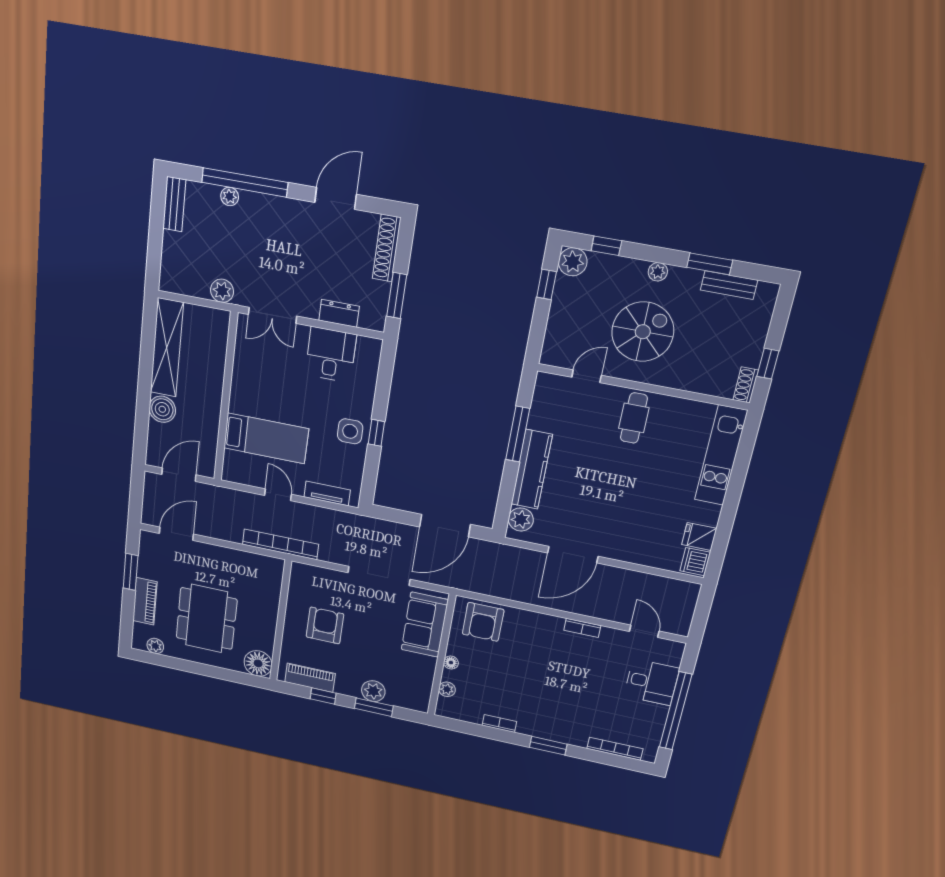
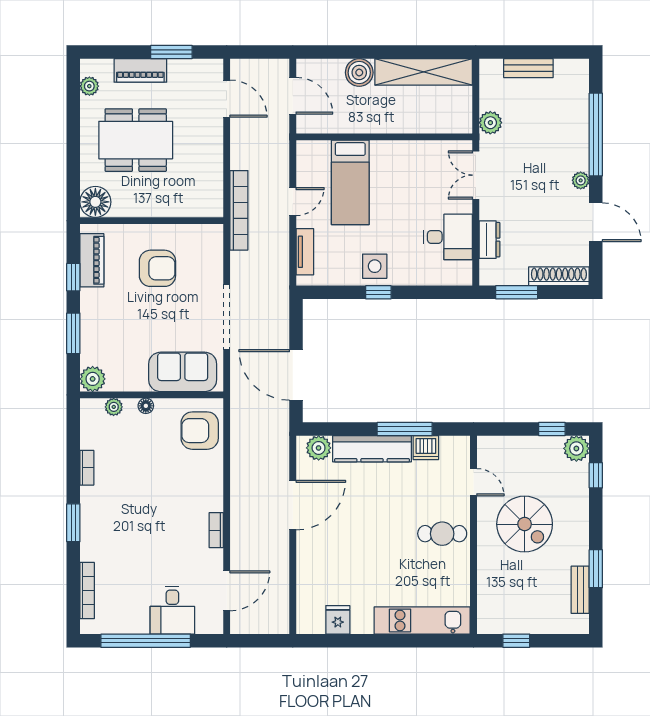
plant: (230, 196) -> (581, 180), moved
bench: (174, 204) -> (528, 68), moved
plant: (658, 272) -> (581, 525), removed
shoe rack: (746, 385) -> (493, 626), removed
door: (573, 555) -> (293, 505), swing flipped
dishwasher: (695, 562) -> (426, 448), moved, turned 180
door: (644, 631) -> (227, 591), width x1.38
plant: (373, 691) -> (93, 379), moved

